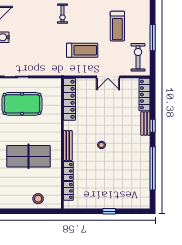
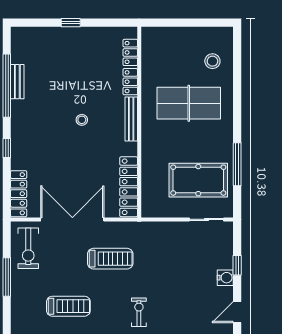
treadmill: (117, 26) -> (68, 306), moved, turned 90
treadmill: (82, 50) -> (110, 259), turned 180
double door: (108, 77) -> (72, 219), width x1.87
bench: (145, 124) -> (17, 82), moved
stool: (38, 199) -> (212, 61), moved

